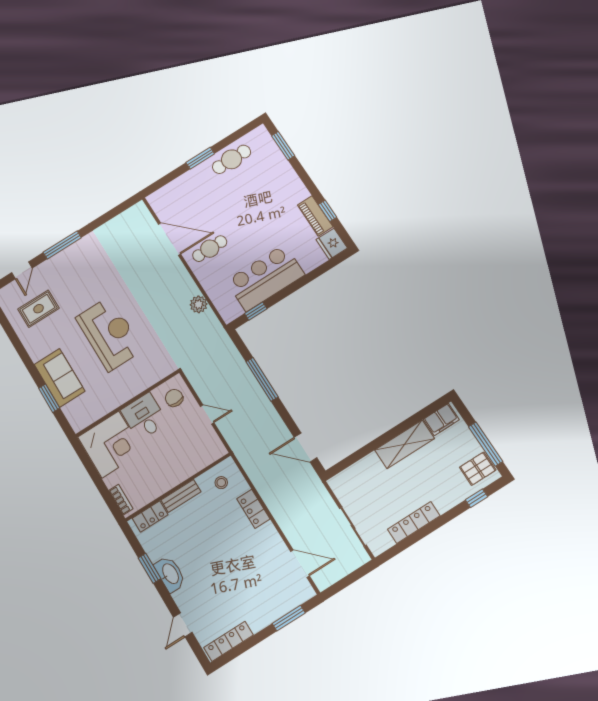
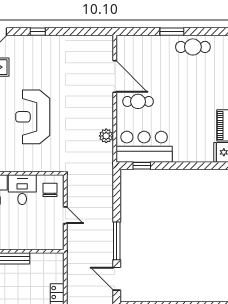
window: (62, 245) -> (38, 32), width x0.46
bar counter: (265, 278) -> (144, 147), moved
reception desk: (109, 334) -> (33, 117), turned 180
window: (262, 379) -> (117, 241), moved
stool: (221, 483) -> (47, 267), removed

